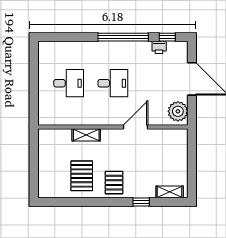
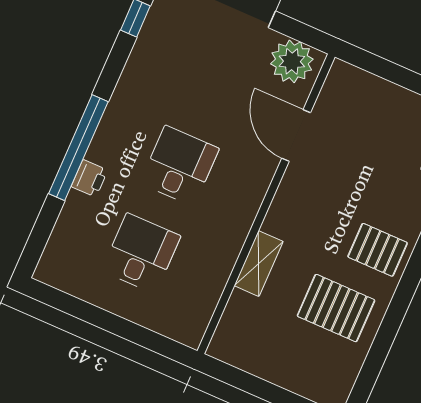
window: (123, 37) -> (78, 148), moved
printer: (159, 47) -> (89, 178), moved
door: (135, 127) -> (296, 136), moved

